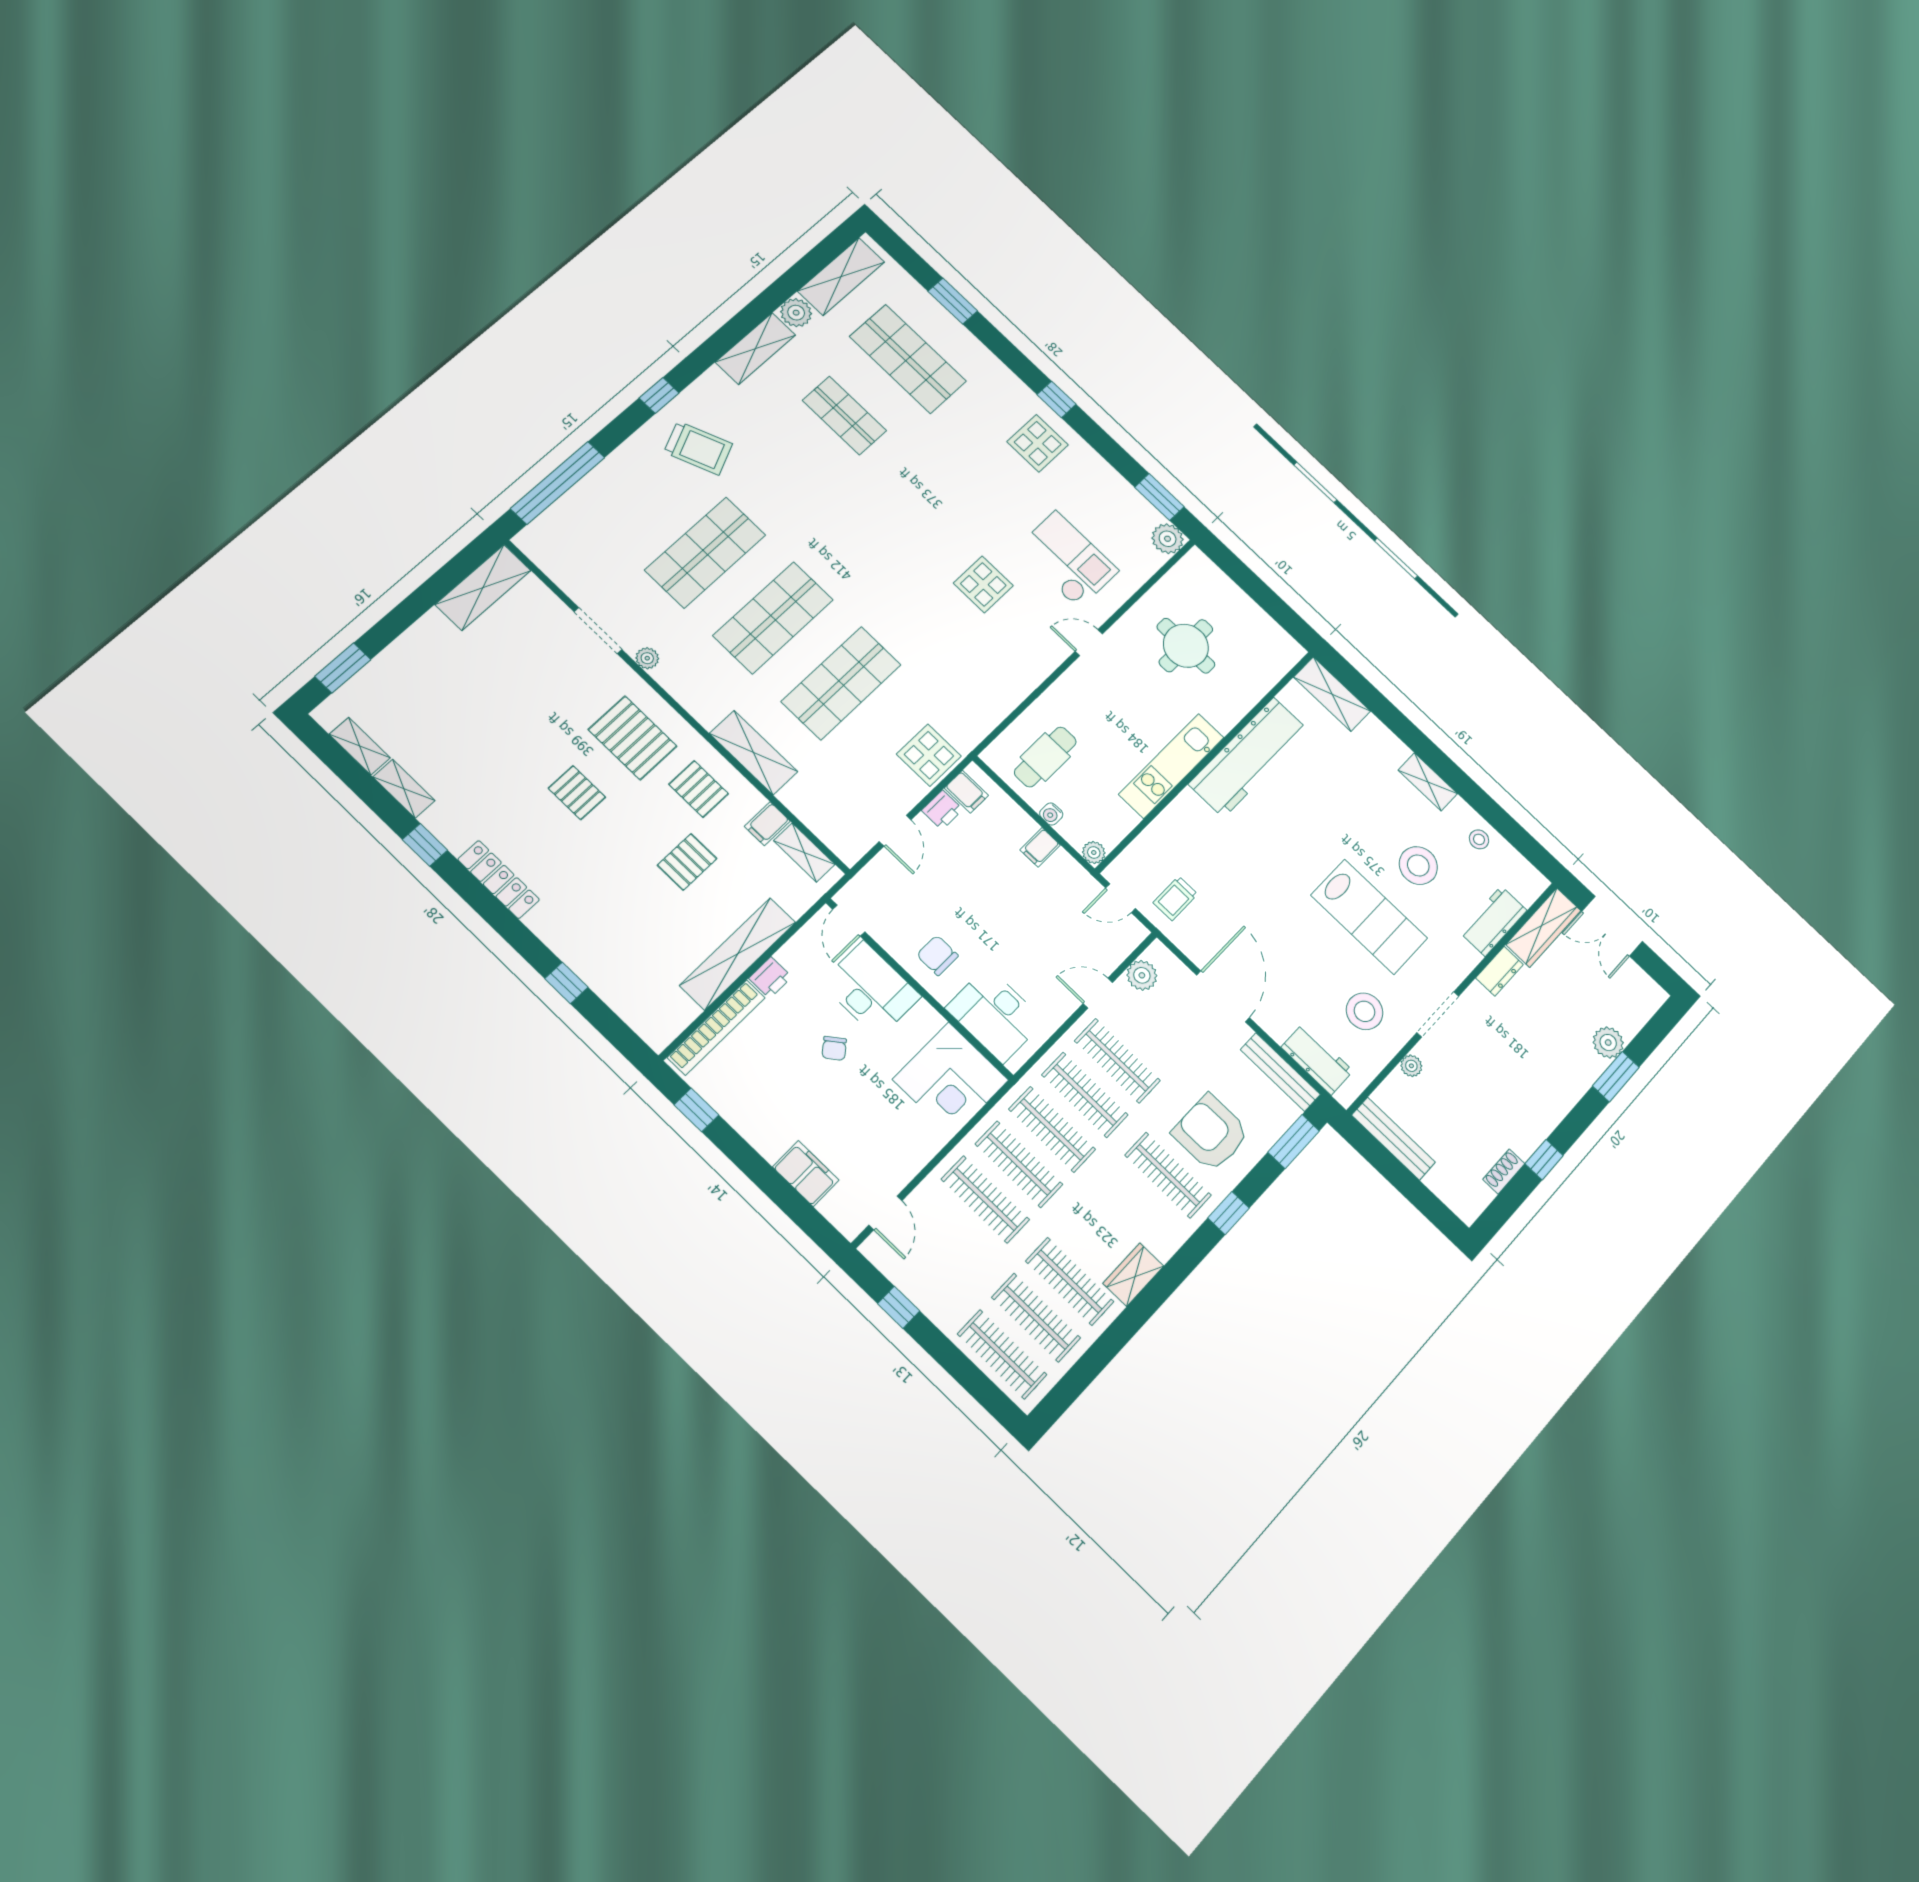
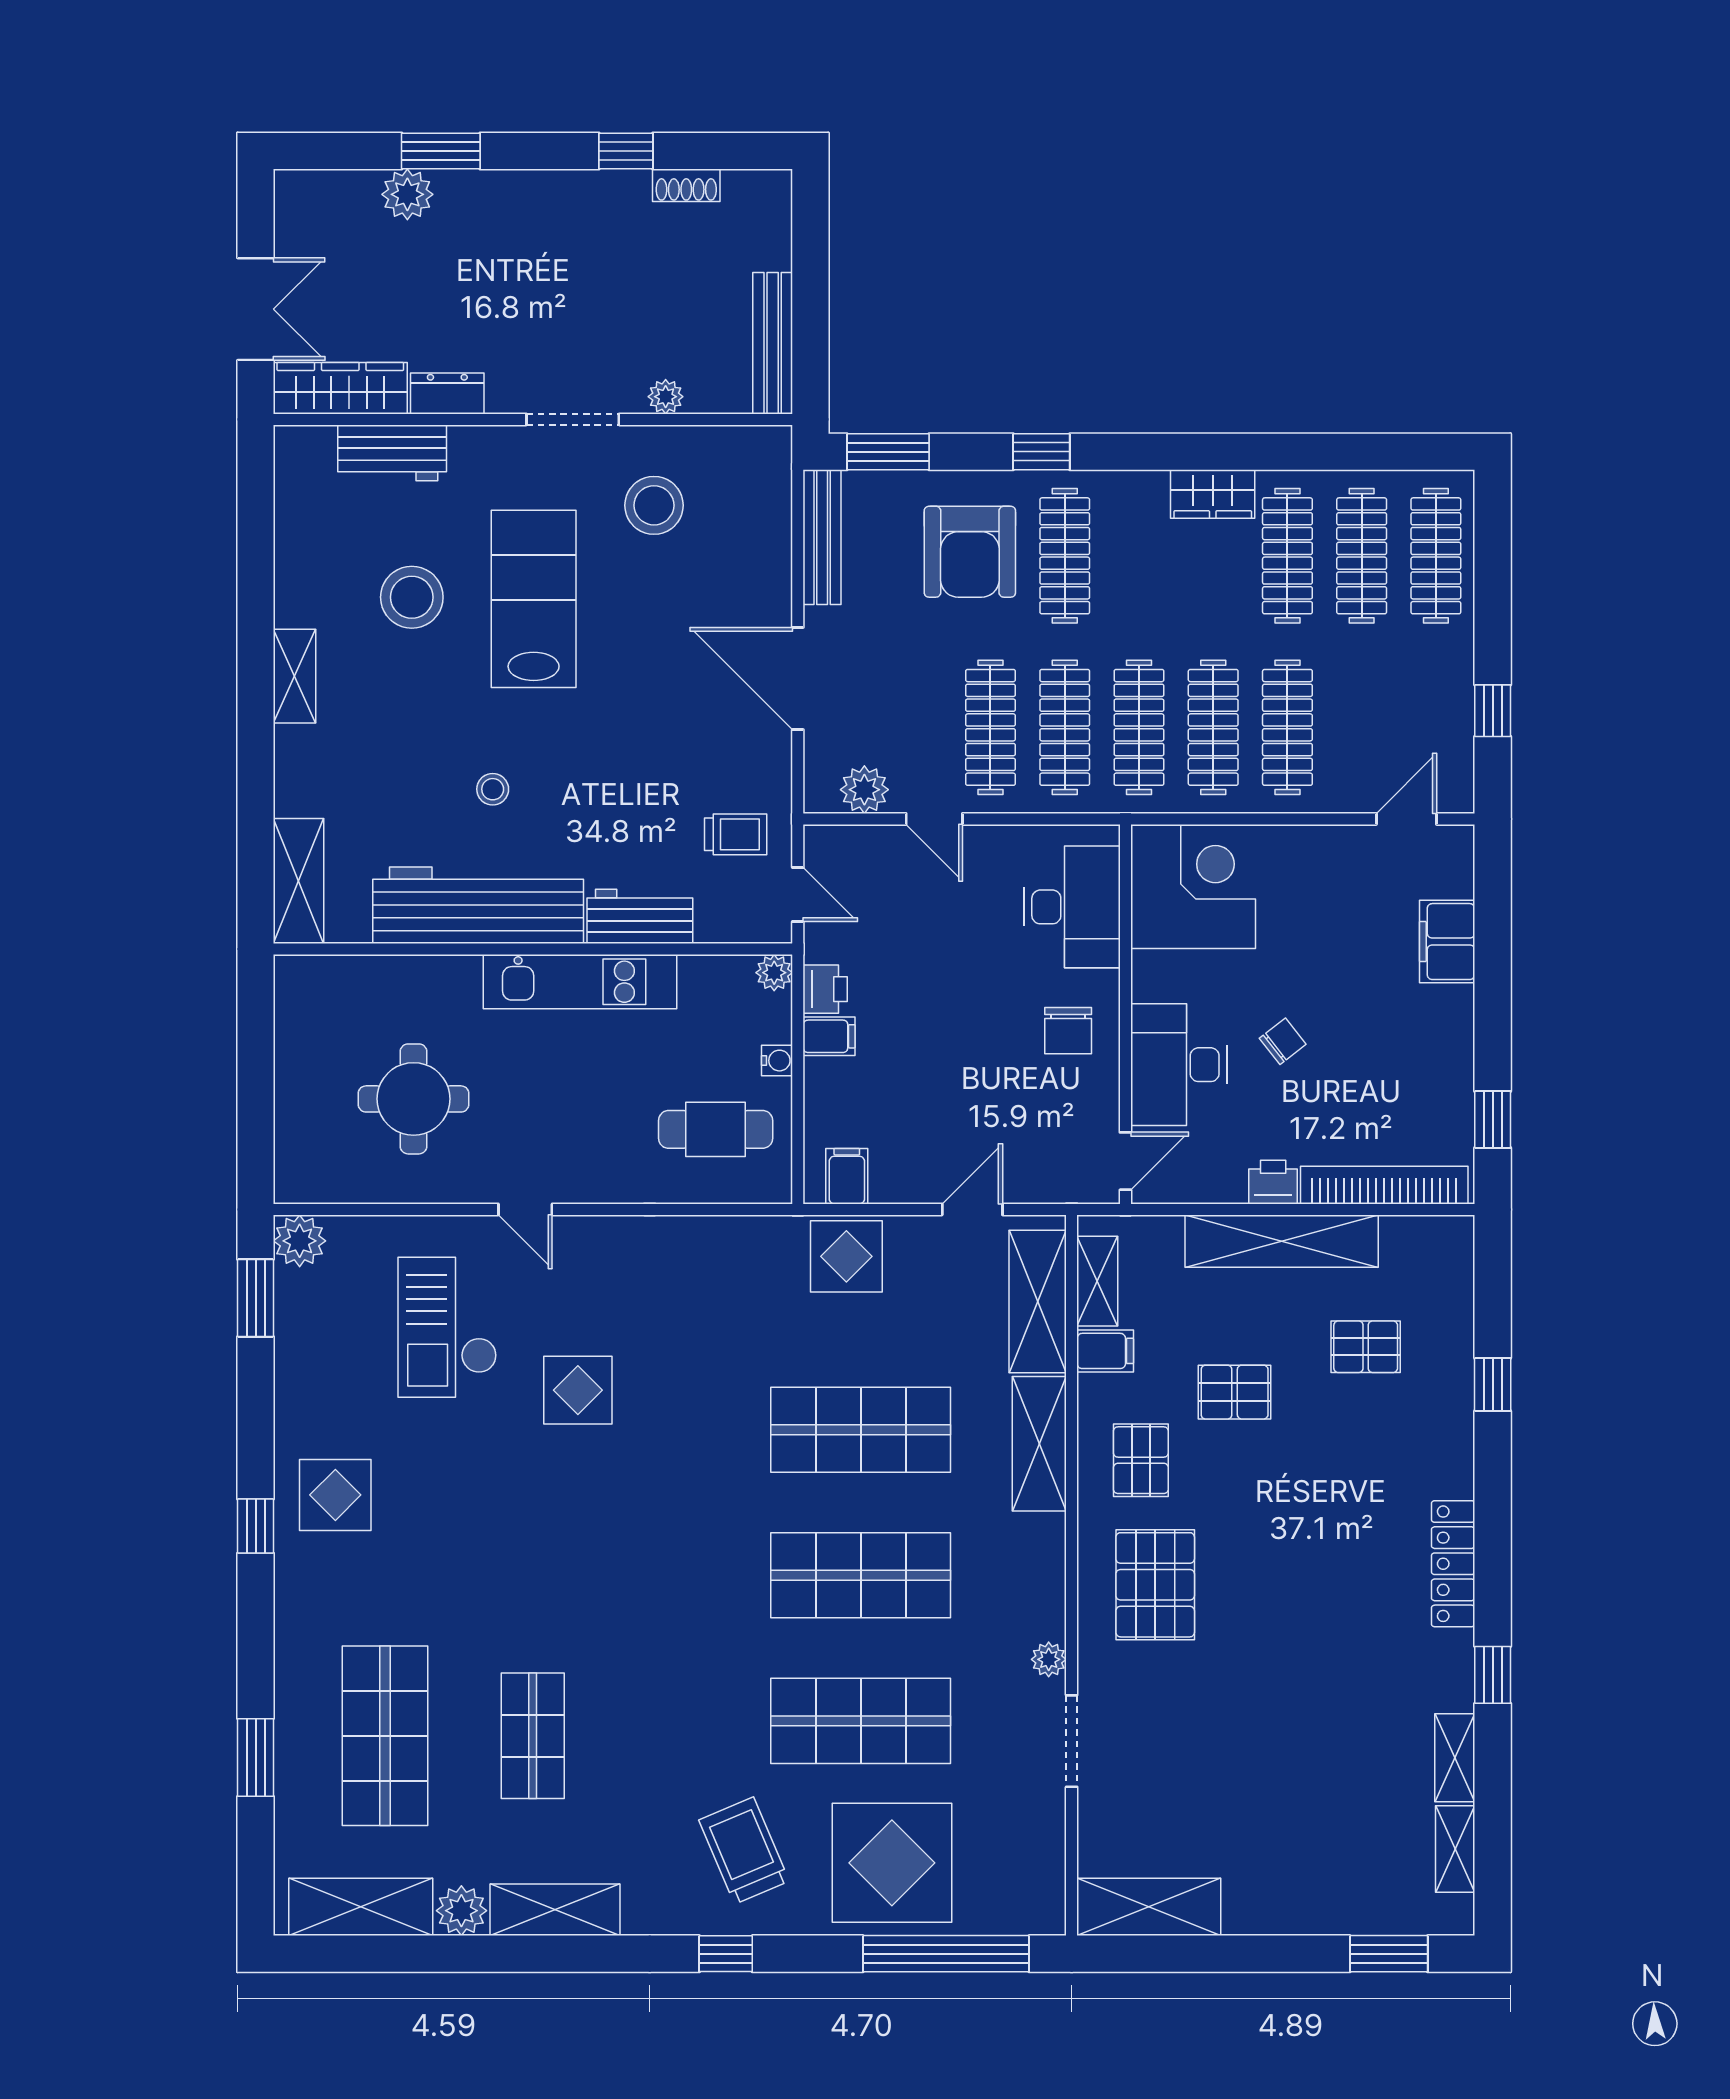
display table: (625, 502) -> (892, 1863), added
pallet: (577, 793) -> (1366, 1347), moved, turned 90
printer: (942, 810) -> (825, 989), moved, turned 90
shelving: (822, 817) -> (1038, 1302), added
stool: (1479, 839) -> (493, 789), moved
door: (1223, 996) -> (798, 679), hinge flipped
workbench: (1317, 1059) -> (640, 916), moved, turned 90

